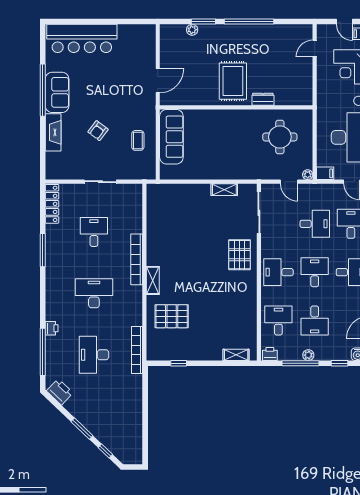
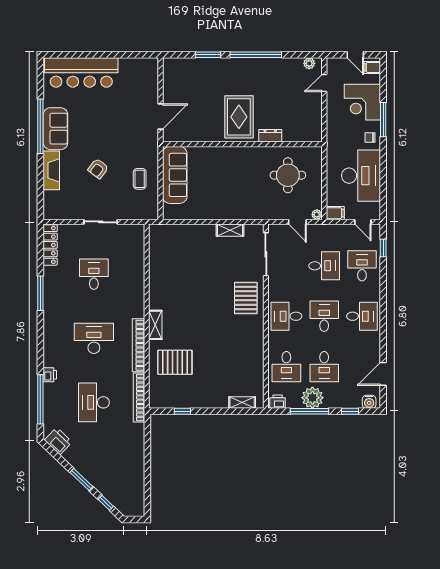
plant: (192, 30) -> (309, 63), moved
bookcase: (137, 259) -> (138, 345), moved
desk: (278, 321) -> (286, 367), turned 180
plant: (308, 355) -> (312, 398), width x1.88, depth x1.88

